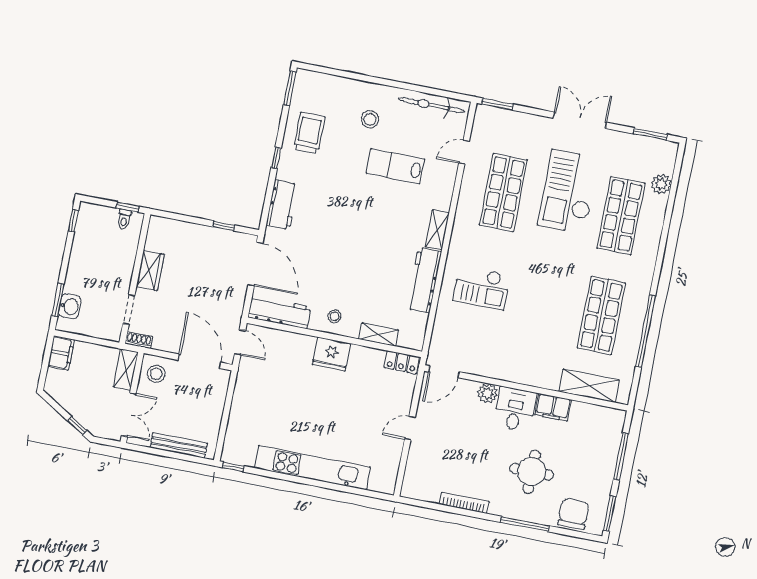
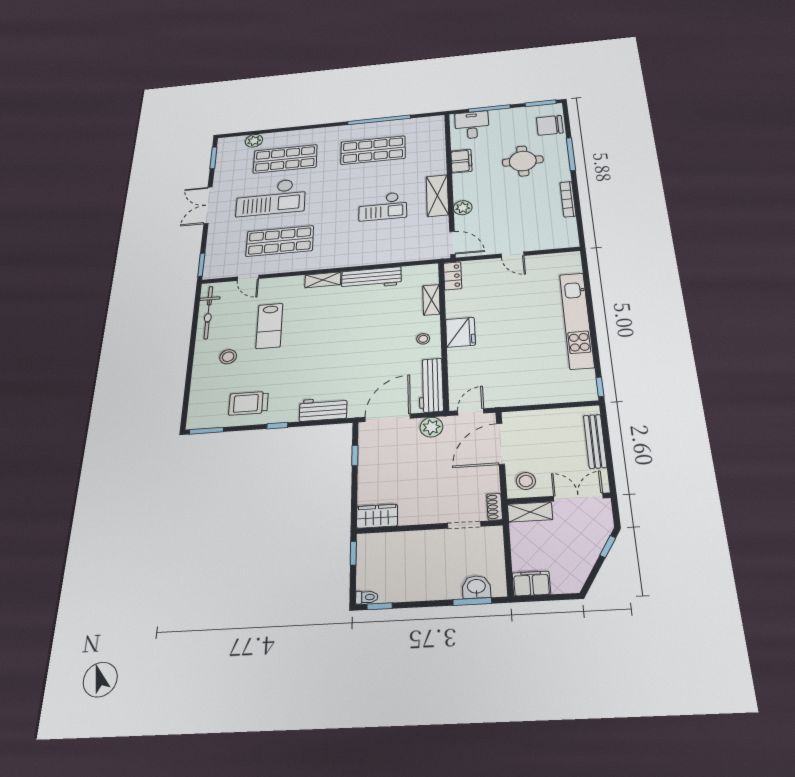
toilet: (124, 219) -> (367, 597), moved
wardrobe: (150, 270) -> (377, 516), moved
checkout: (481, 288) -> (383, 206), moved, turned 90
plant: (234, 303) -> (431, 427), added
shelving: (589, 386) -> (437, 196), moved
desk: (515, 409) -> (472, 125), moved, turned 90

